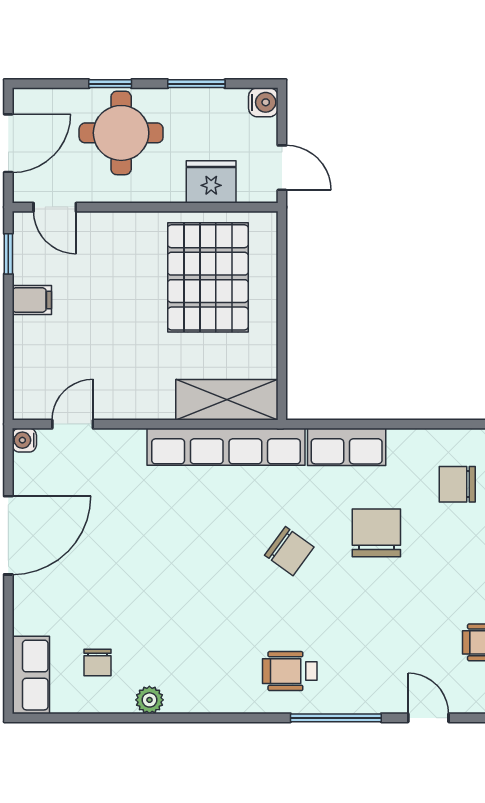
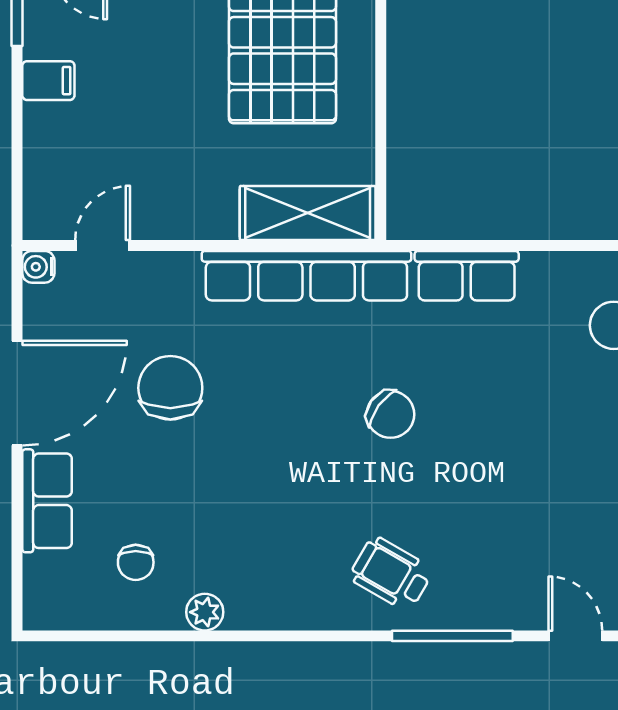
chair: (376, 533) -> (170, 388), moved
wheelchair: (290, 671) -> (391, 574), turned 30
row of seats: (31, 675) -> (47, 501), moved

